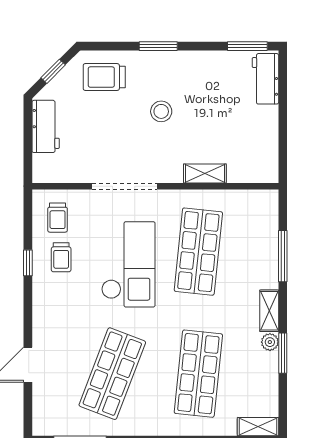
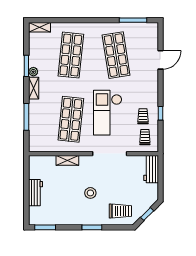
workbench: (265, 79) -> (36, 193), moved
workbench: (46, 126) -> (151, 169), moved
shop shelf: (112, 374) -> (116, 55), turned -30

